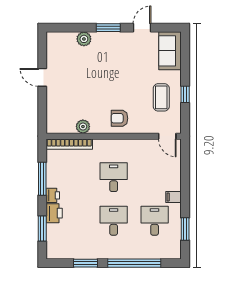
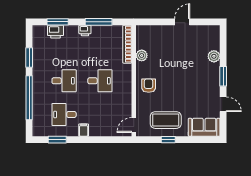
coffee table: (161, 97) -> (166, 120), width x1.36, depth x1.32
printer: (54, 213) -> (56, 32), moved
desk: (155, 221) -> (64, 114), turned 180

